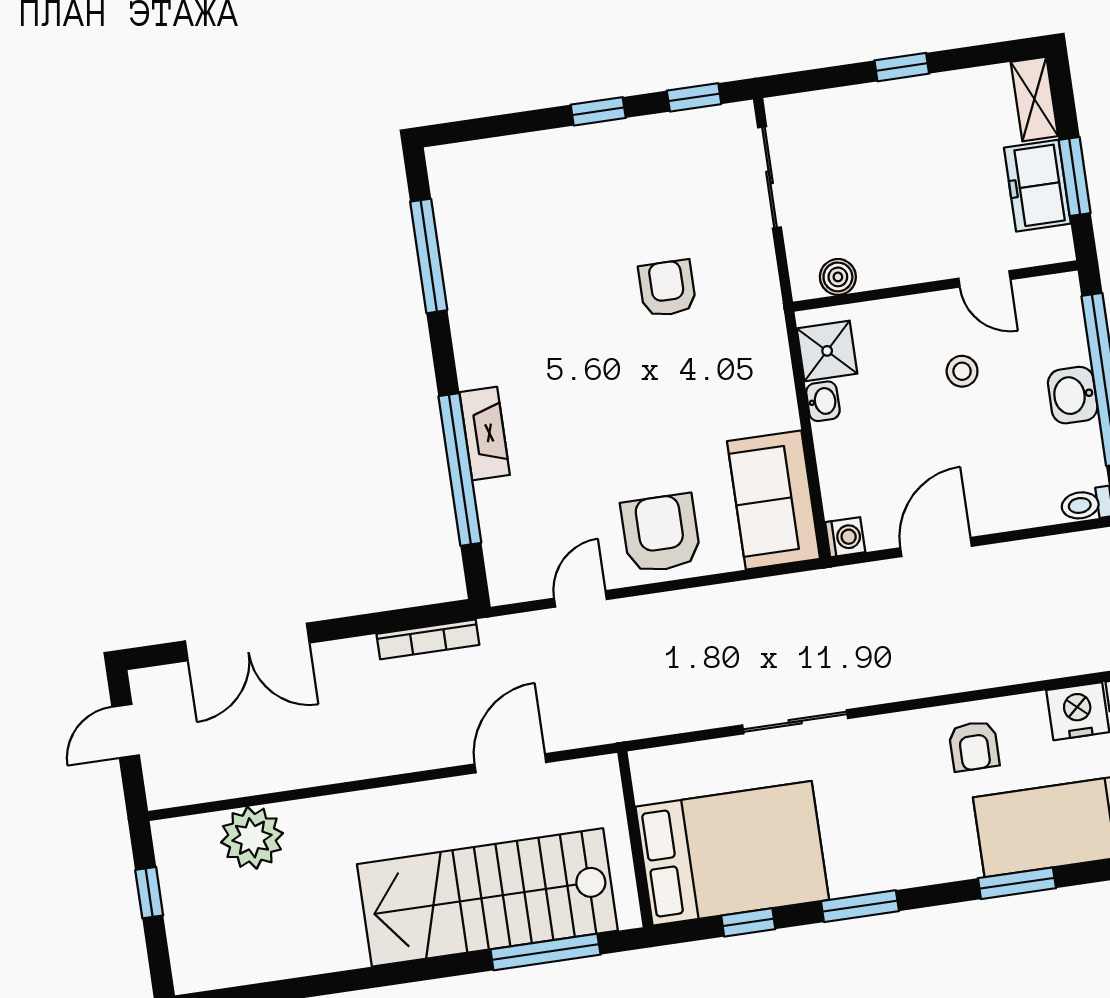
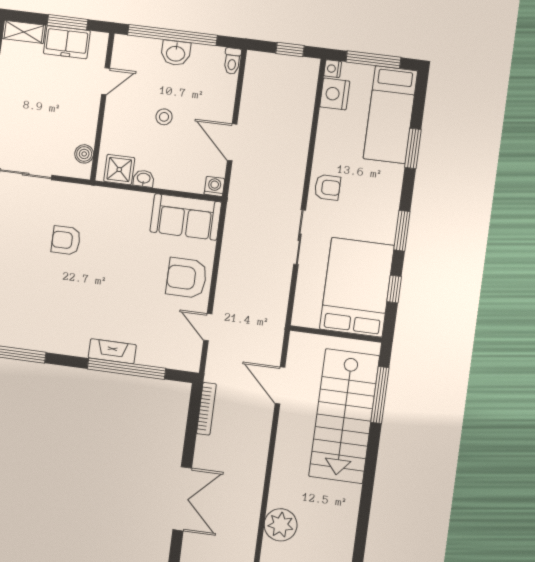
stool: (962, 371) -> (164, 117), moved
armchair: (974, 746) -> (327, 187), moved

